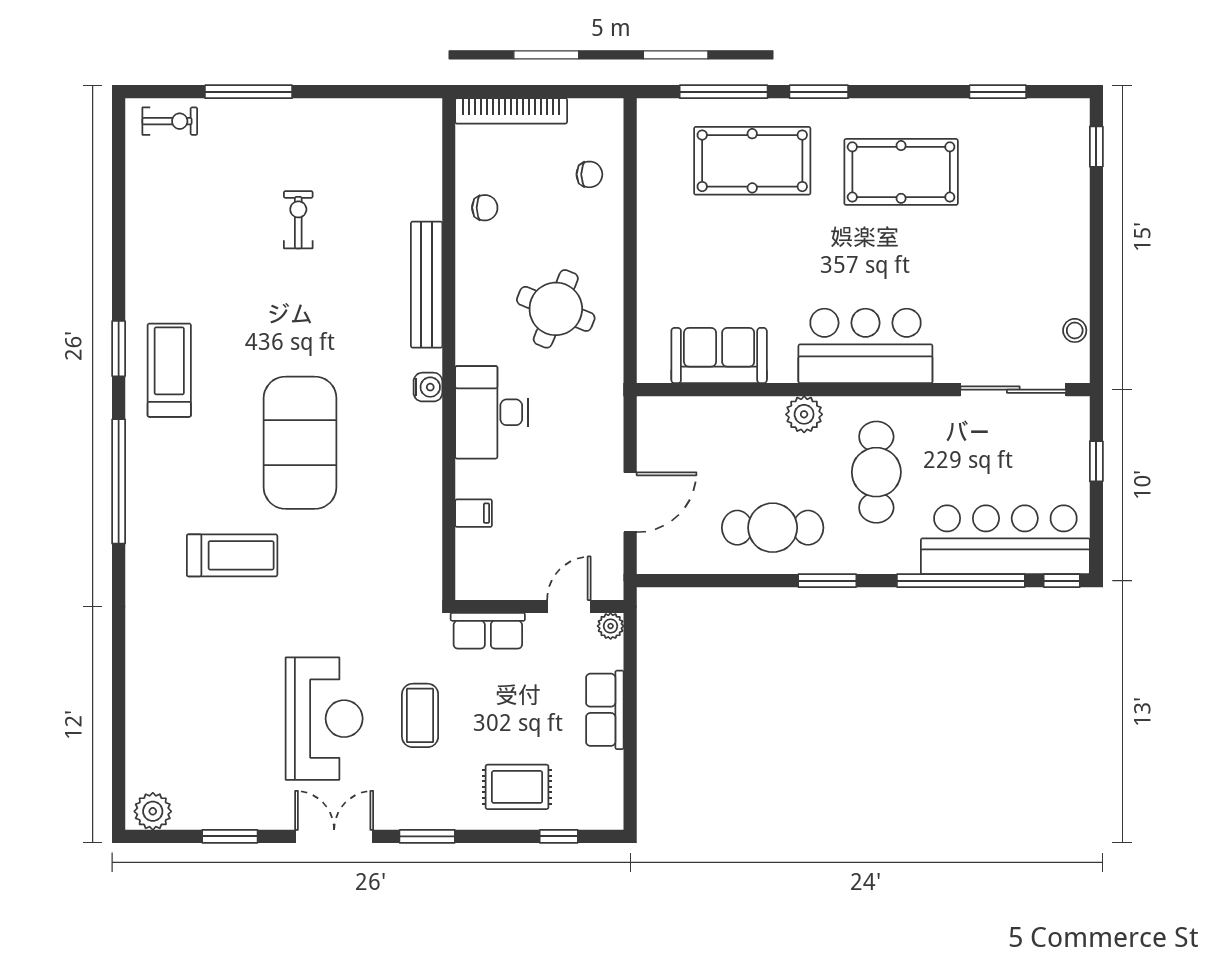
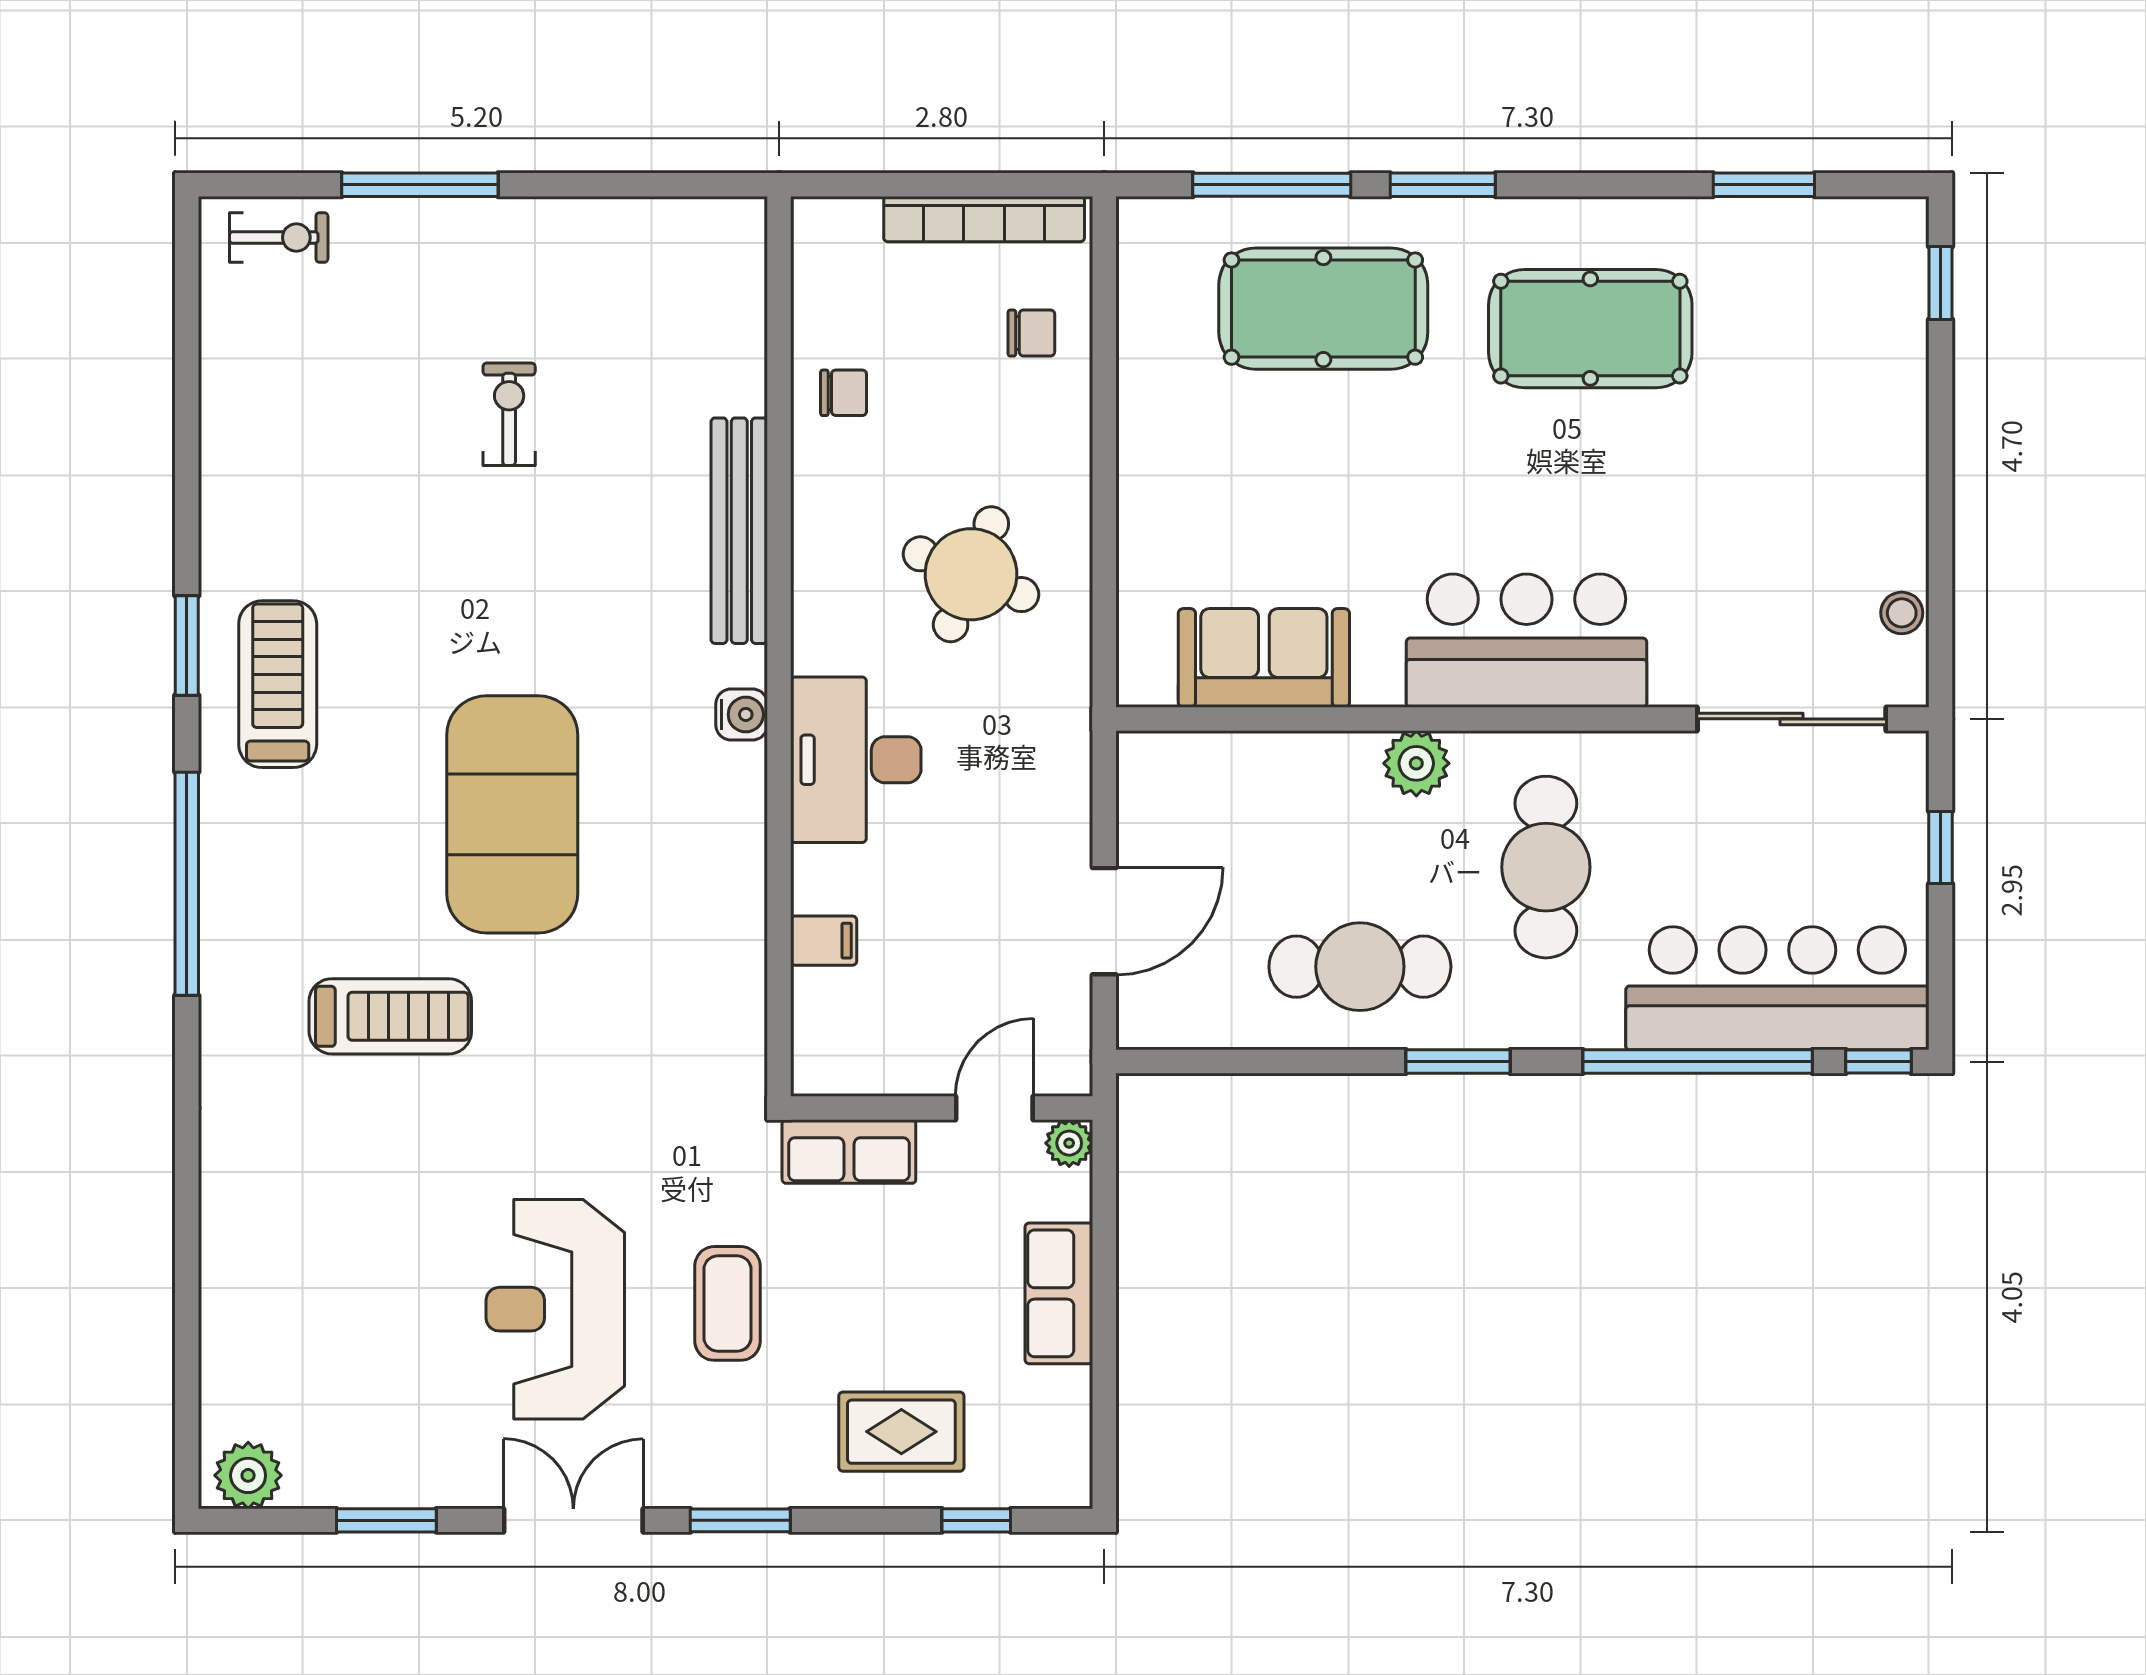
bookcase: (511, 111) -> (984, 219), moved
reception desk: (324, 719) -> (555, 1309), turned 180

